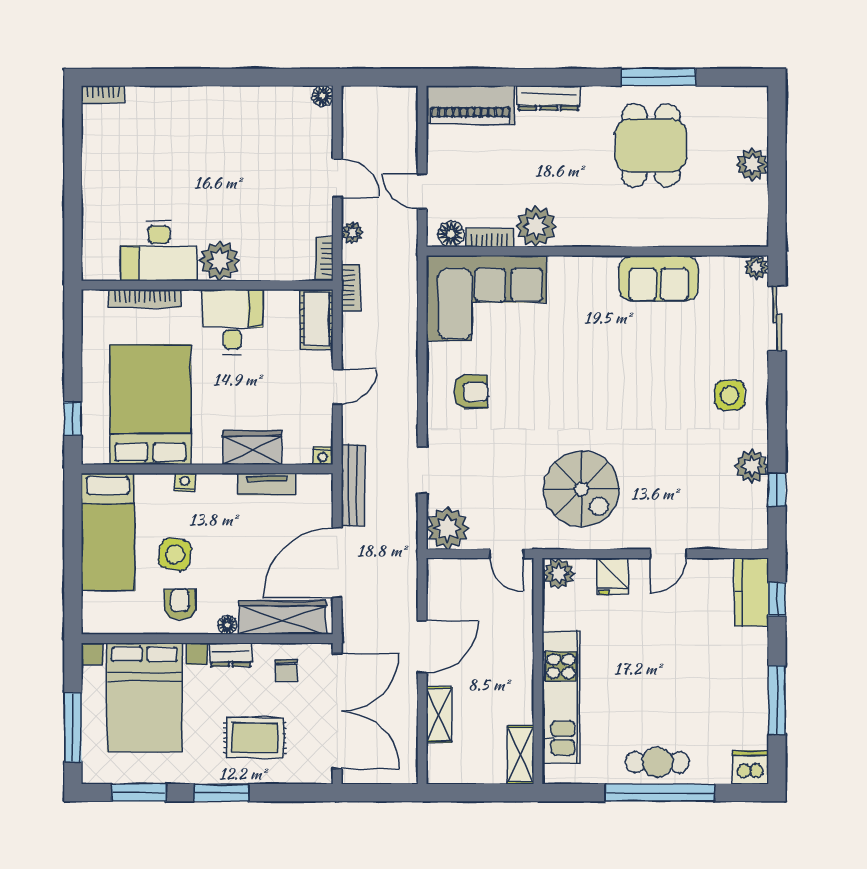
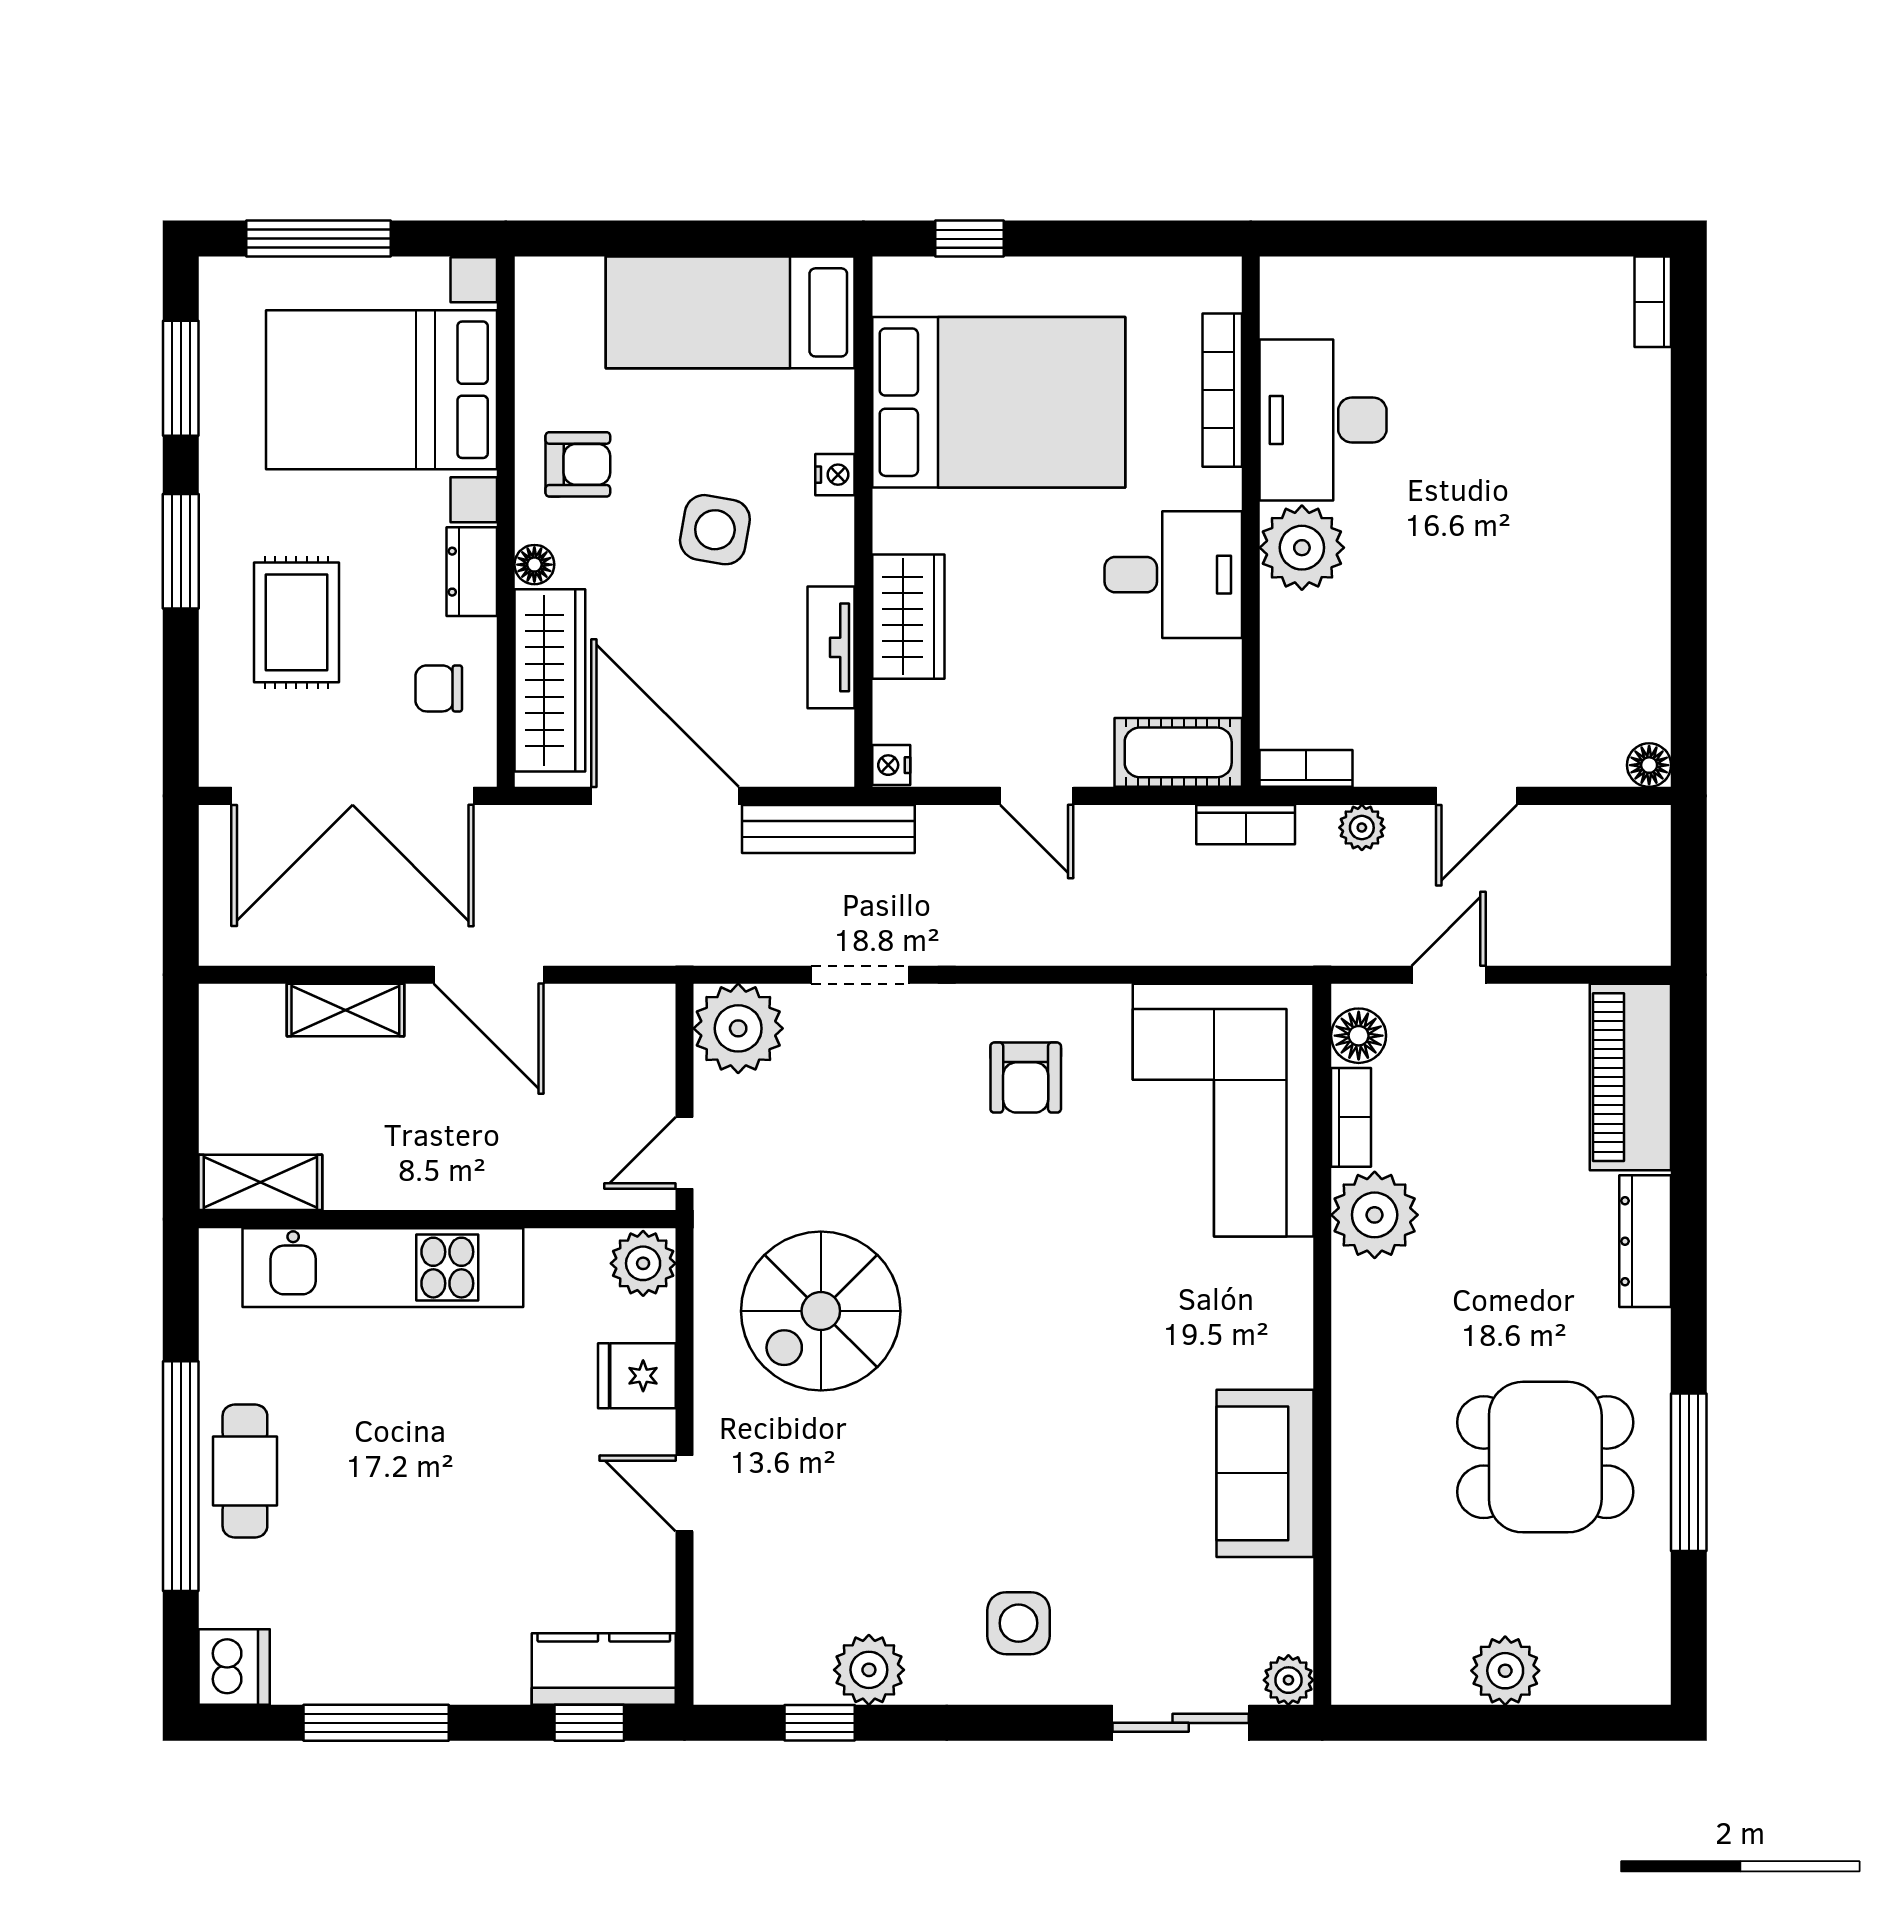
side table: (175, 554) -> (715, 530), moved

